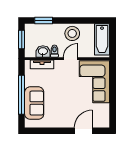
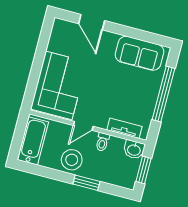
window: (44, 20) -> (86, 183), moved
washbasin: (43, 51) -> (134, 150), moved
sofa: (34, 103) -> (140, 53), moved, turned -90
door: (83, 131) -> (92, 22), hinge flipped

